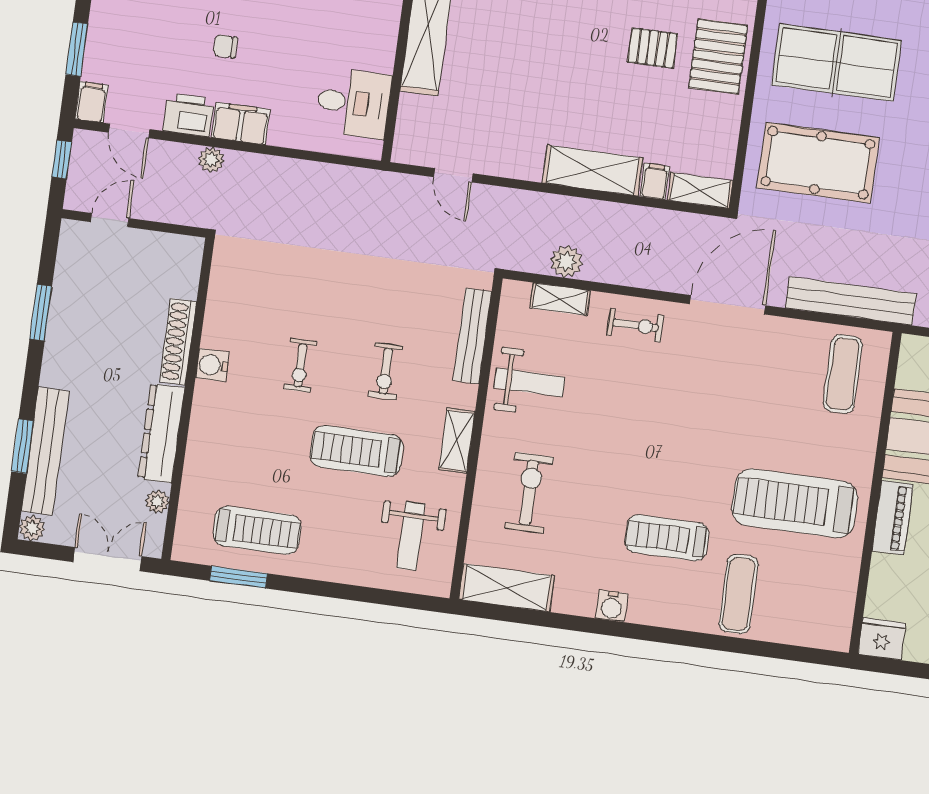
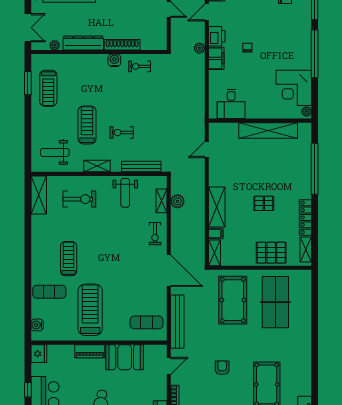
pallet: (653, 48) -> (264, 203), moved, turned 90
exercise bike: (300, 365) -> (140, 66), moved
water cooler: (612, 606) -> (37, 325), moved

